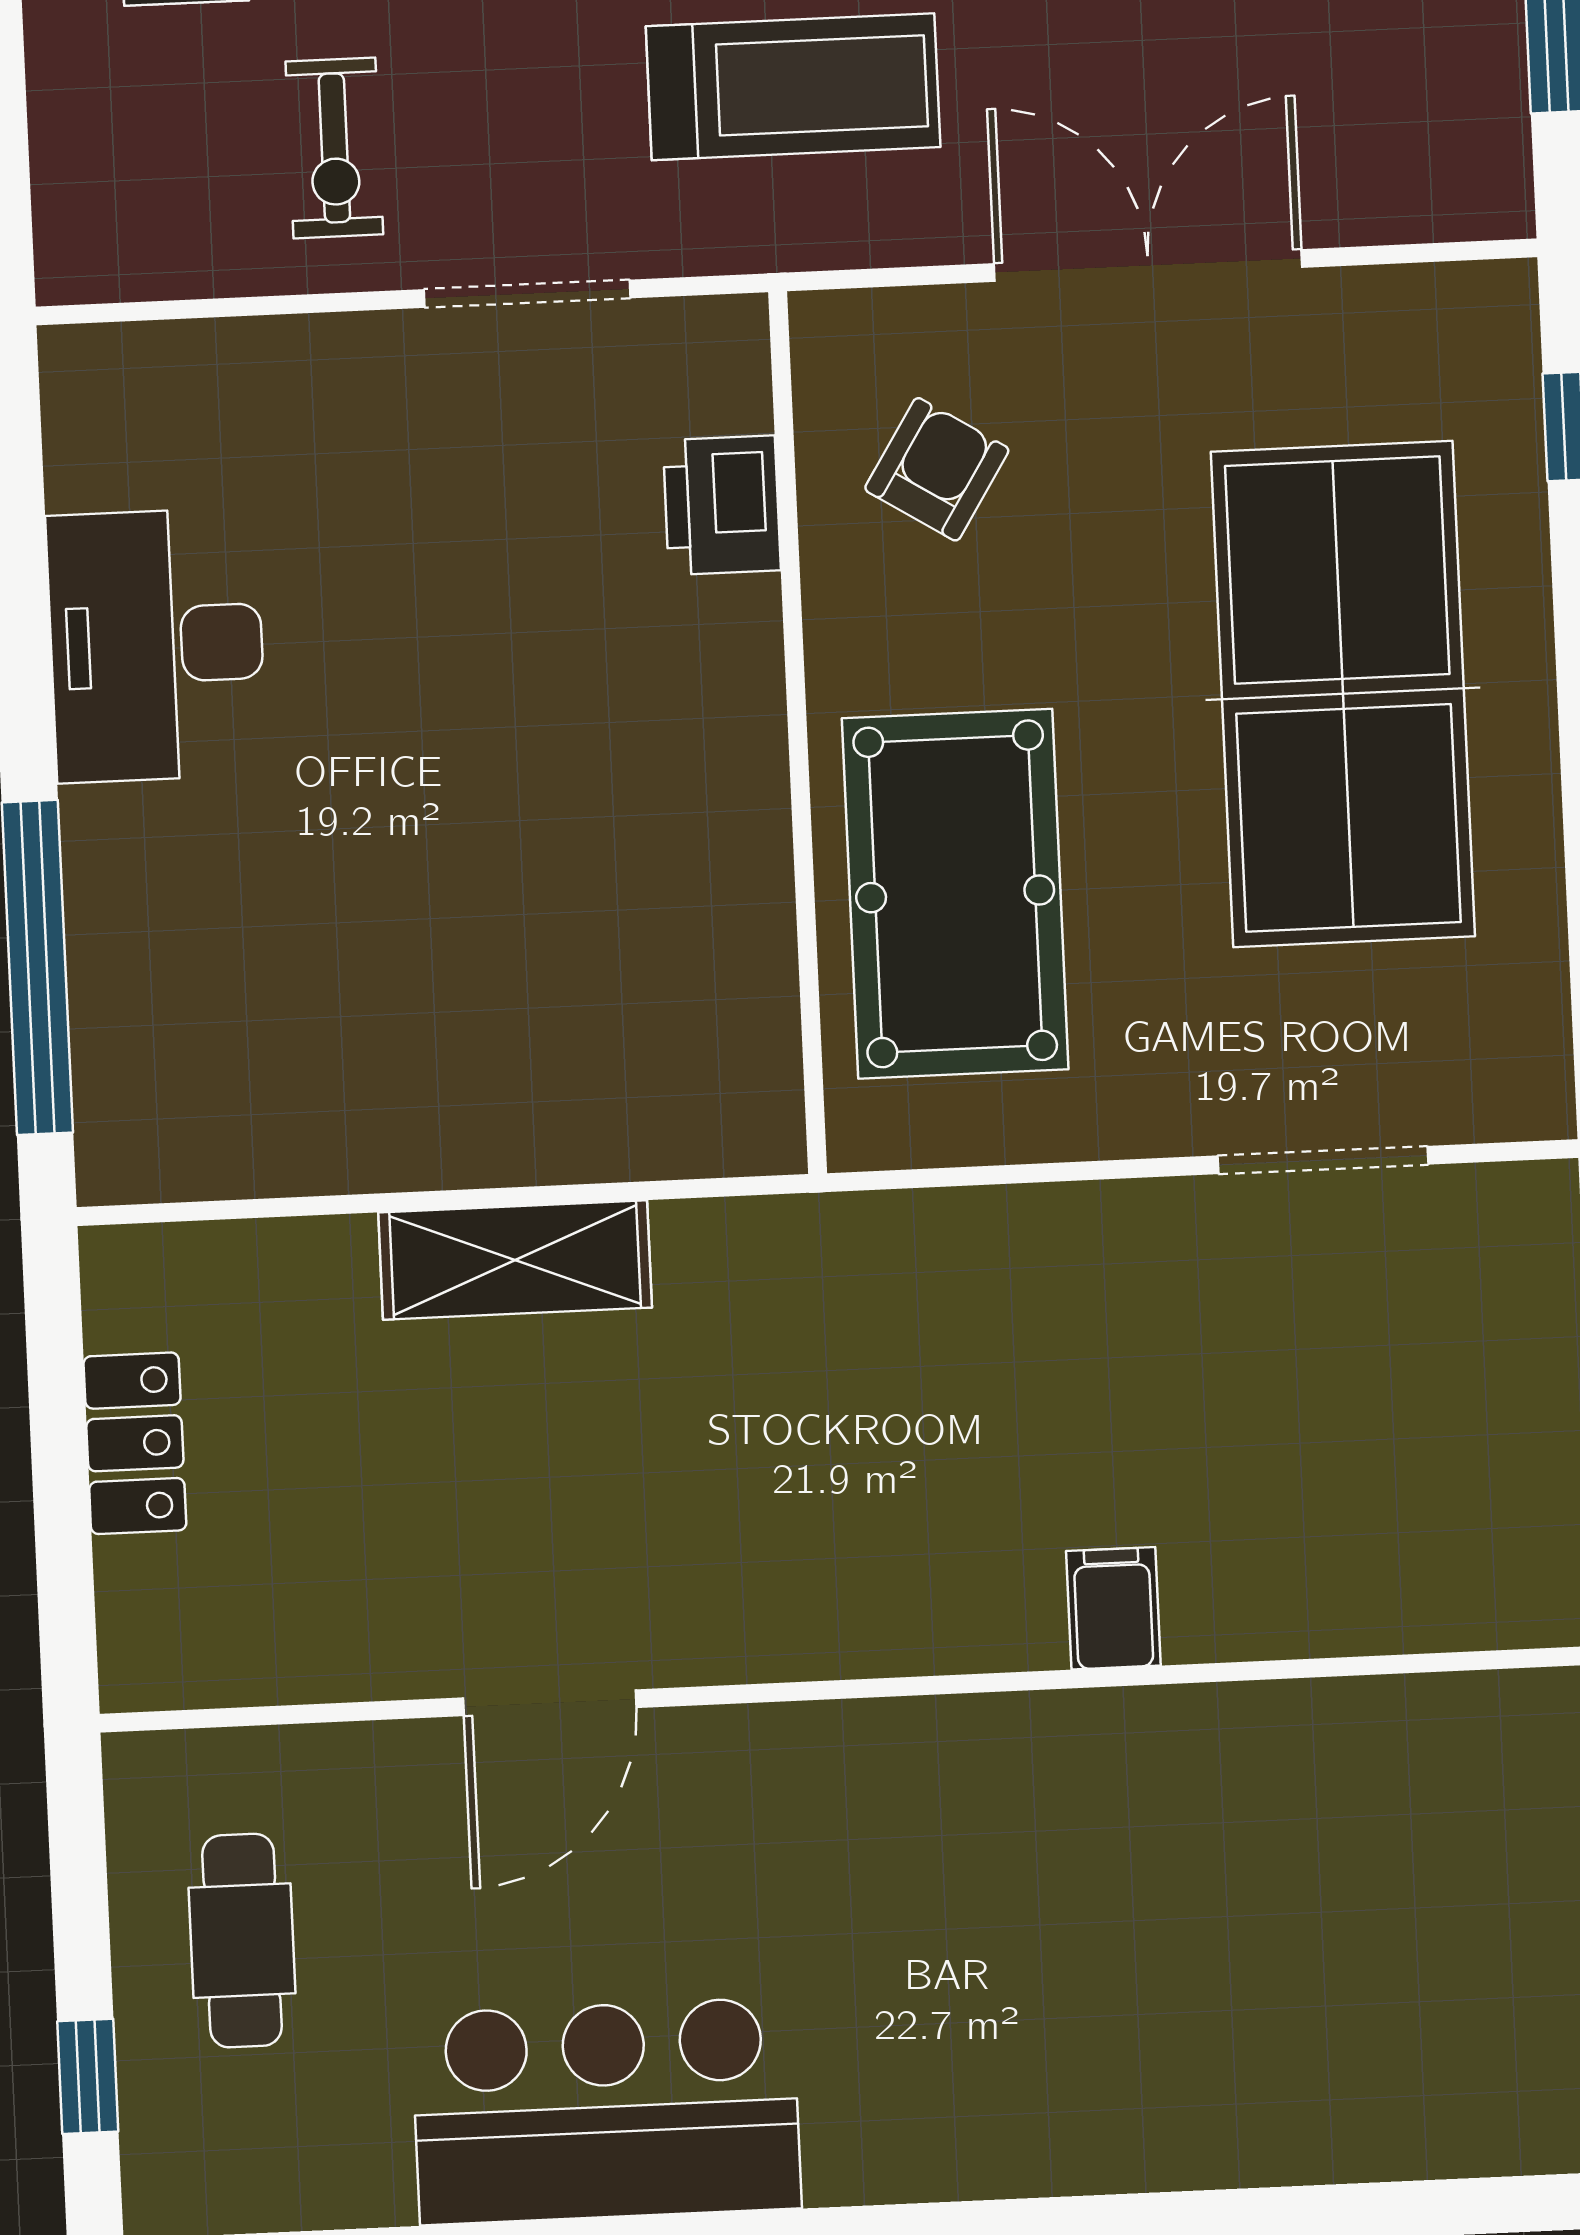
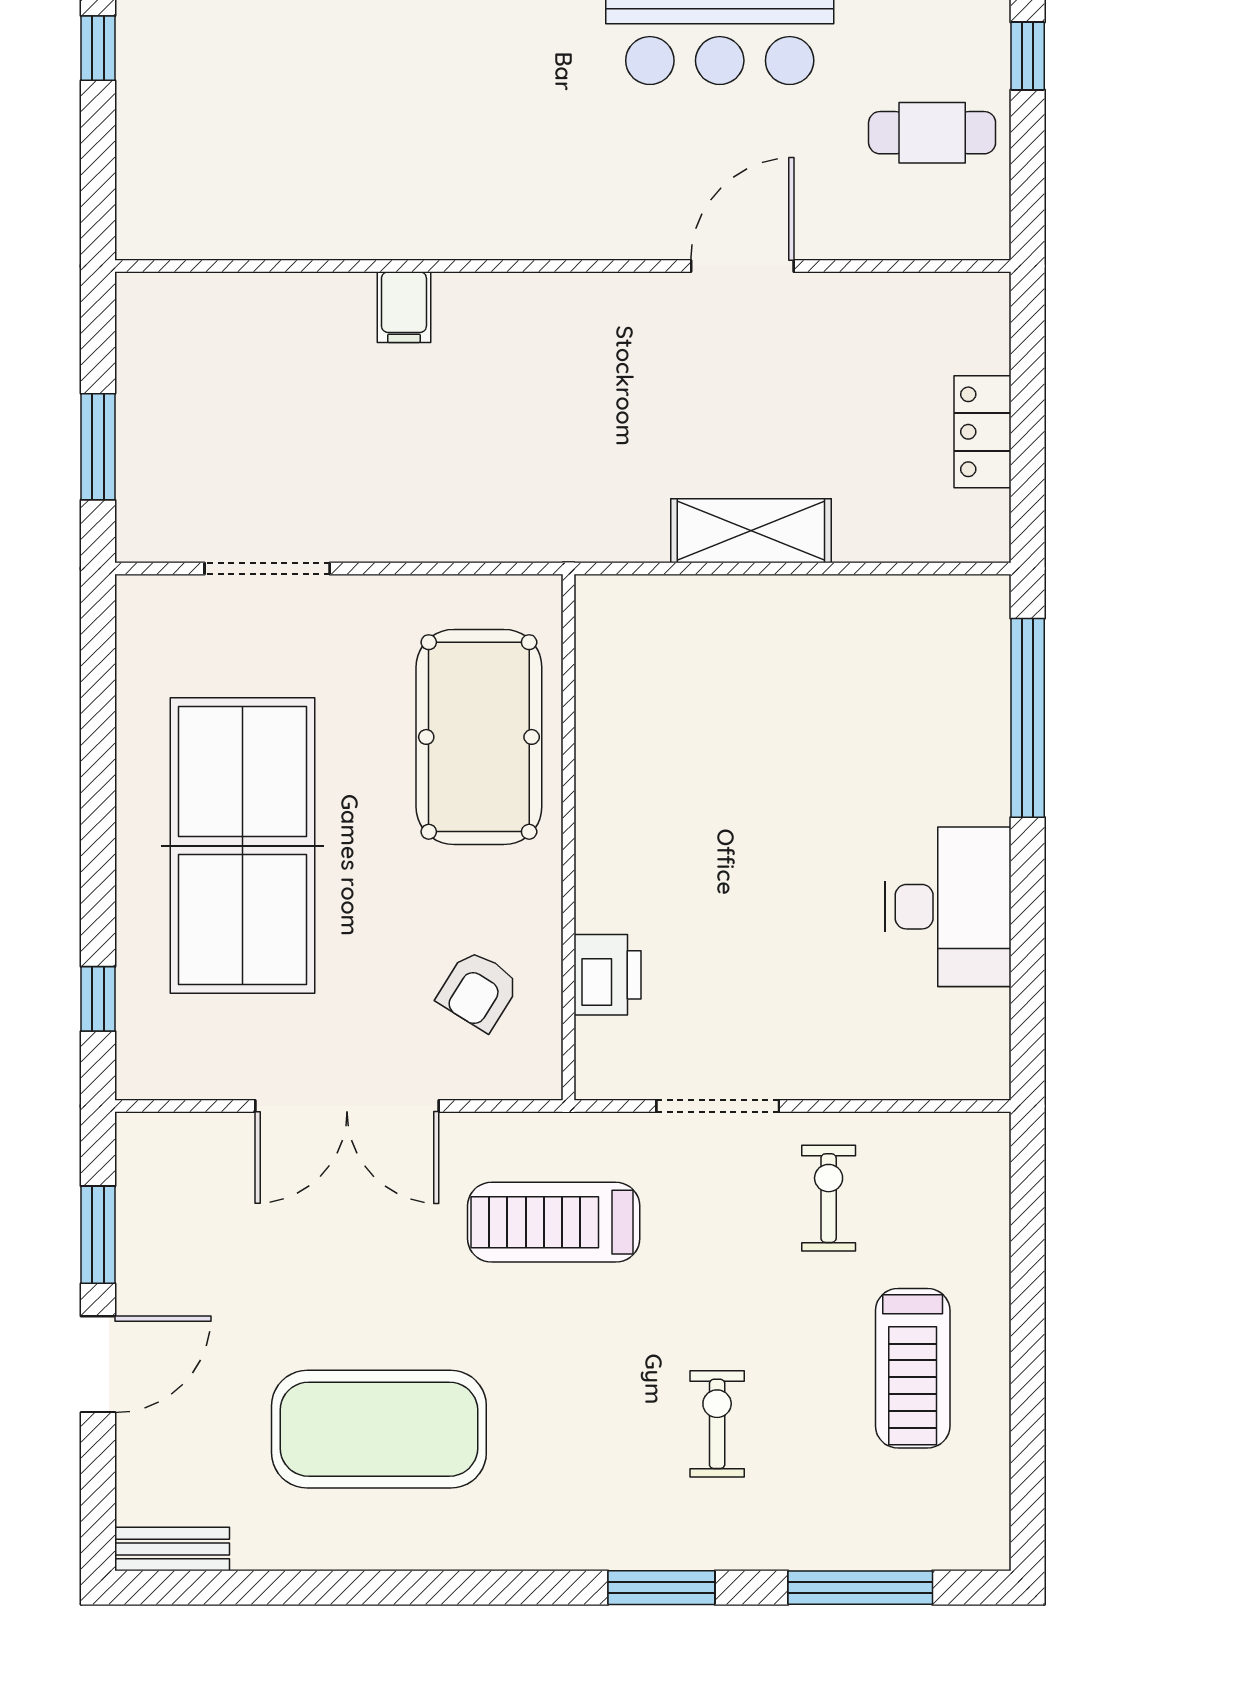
cafe table: (242, 1941) -> (932, 133), turned 90

